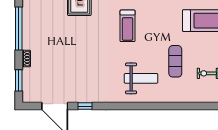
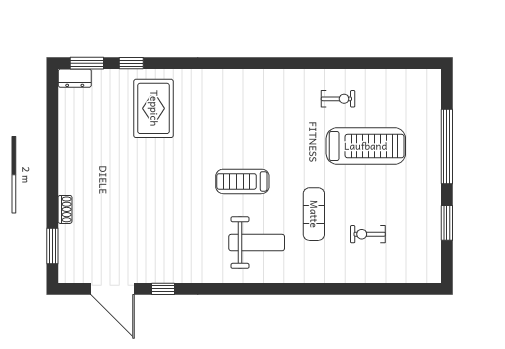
treadmill: (128, 26) -> (242, 181), moved, turned 90
window: (19, 29) -> (52, 159), removed

